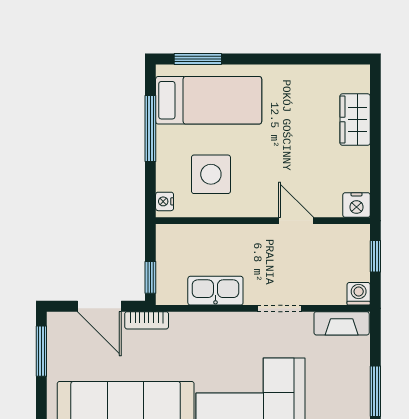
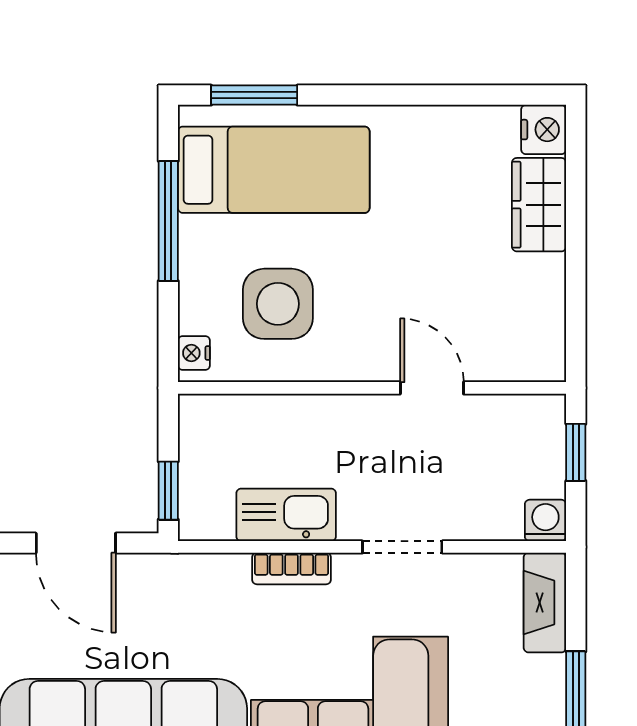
nightstand: (356, 205) -> (544, 130), moved, turned -90
bookcase: (147, 320) -> (292, 568), moved
fireplace: (342, 323) -> (545, 603), moved, turned 90

